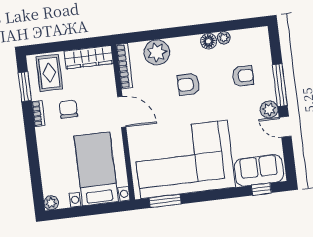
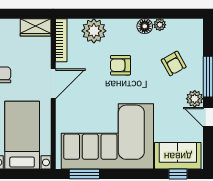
wardrobe: (89, 57) -> (36, 27), width x0.67
armchair: (243, 76) -> (174, 63), turned 61
door: (122, 112) -> (53, 84), hinge flipped

